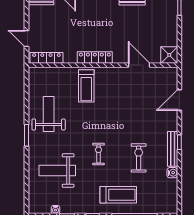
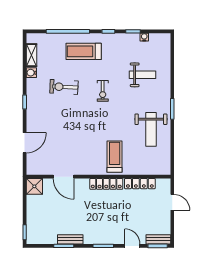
locker: (46, 58) -> (140, 184), moved
bench: (173, 149) -> (31, 96), removed
exercise bike: (139, 158) -> (64, 87), turned 93
weight bench: (57, 170) -> (143, 75), width x0.73, depth x0.75
shelving: (172, 191) -> (32, 55), added

